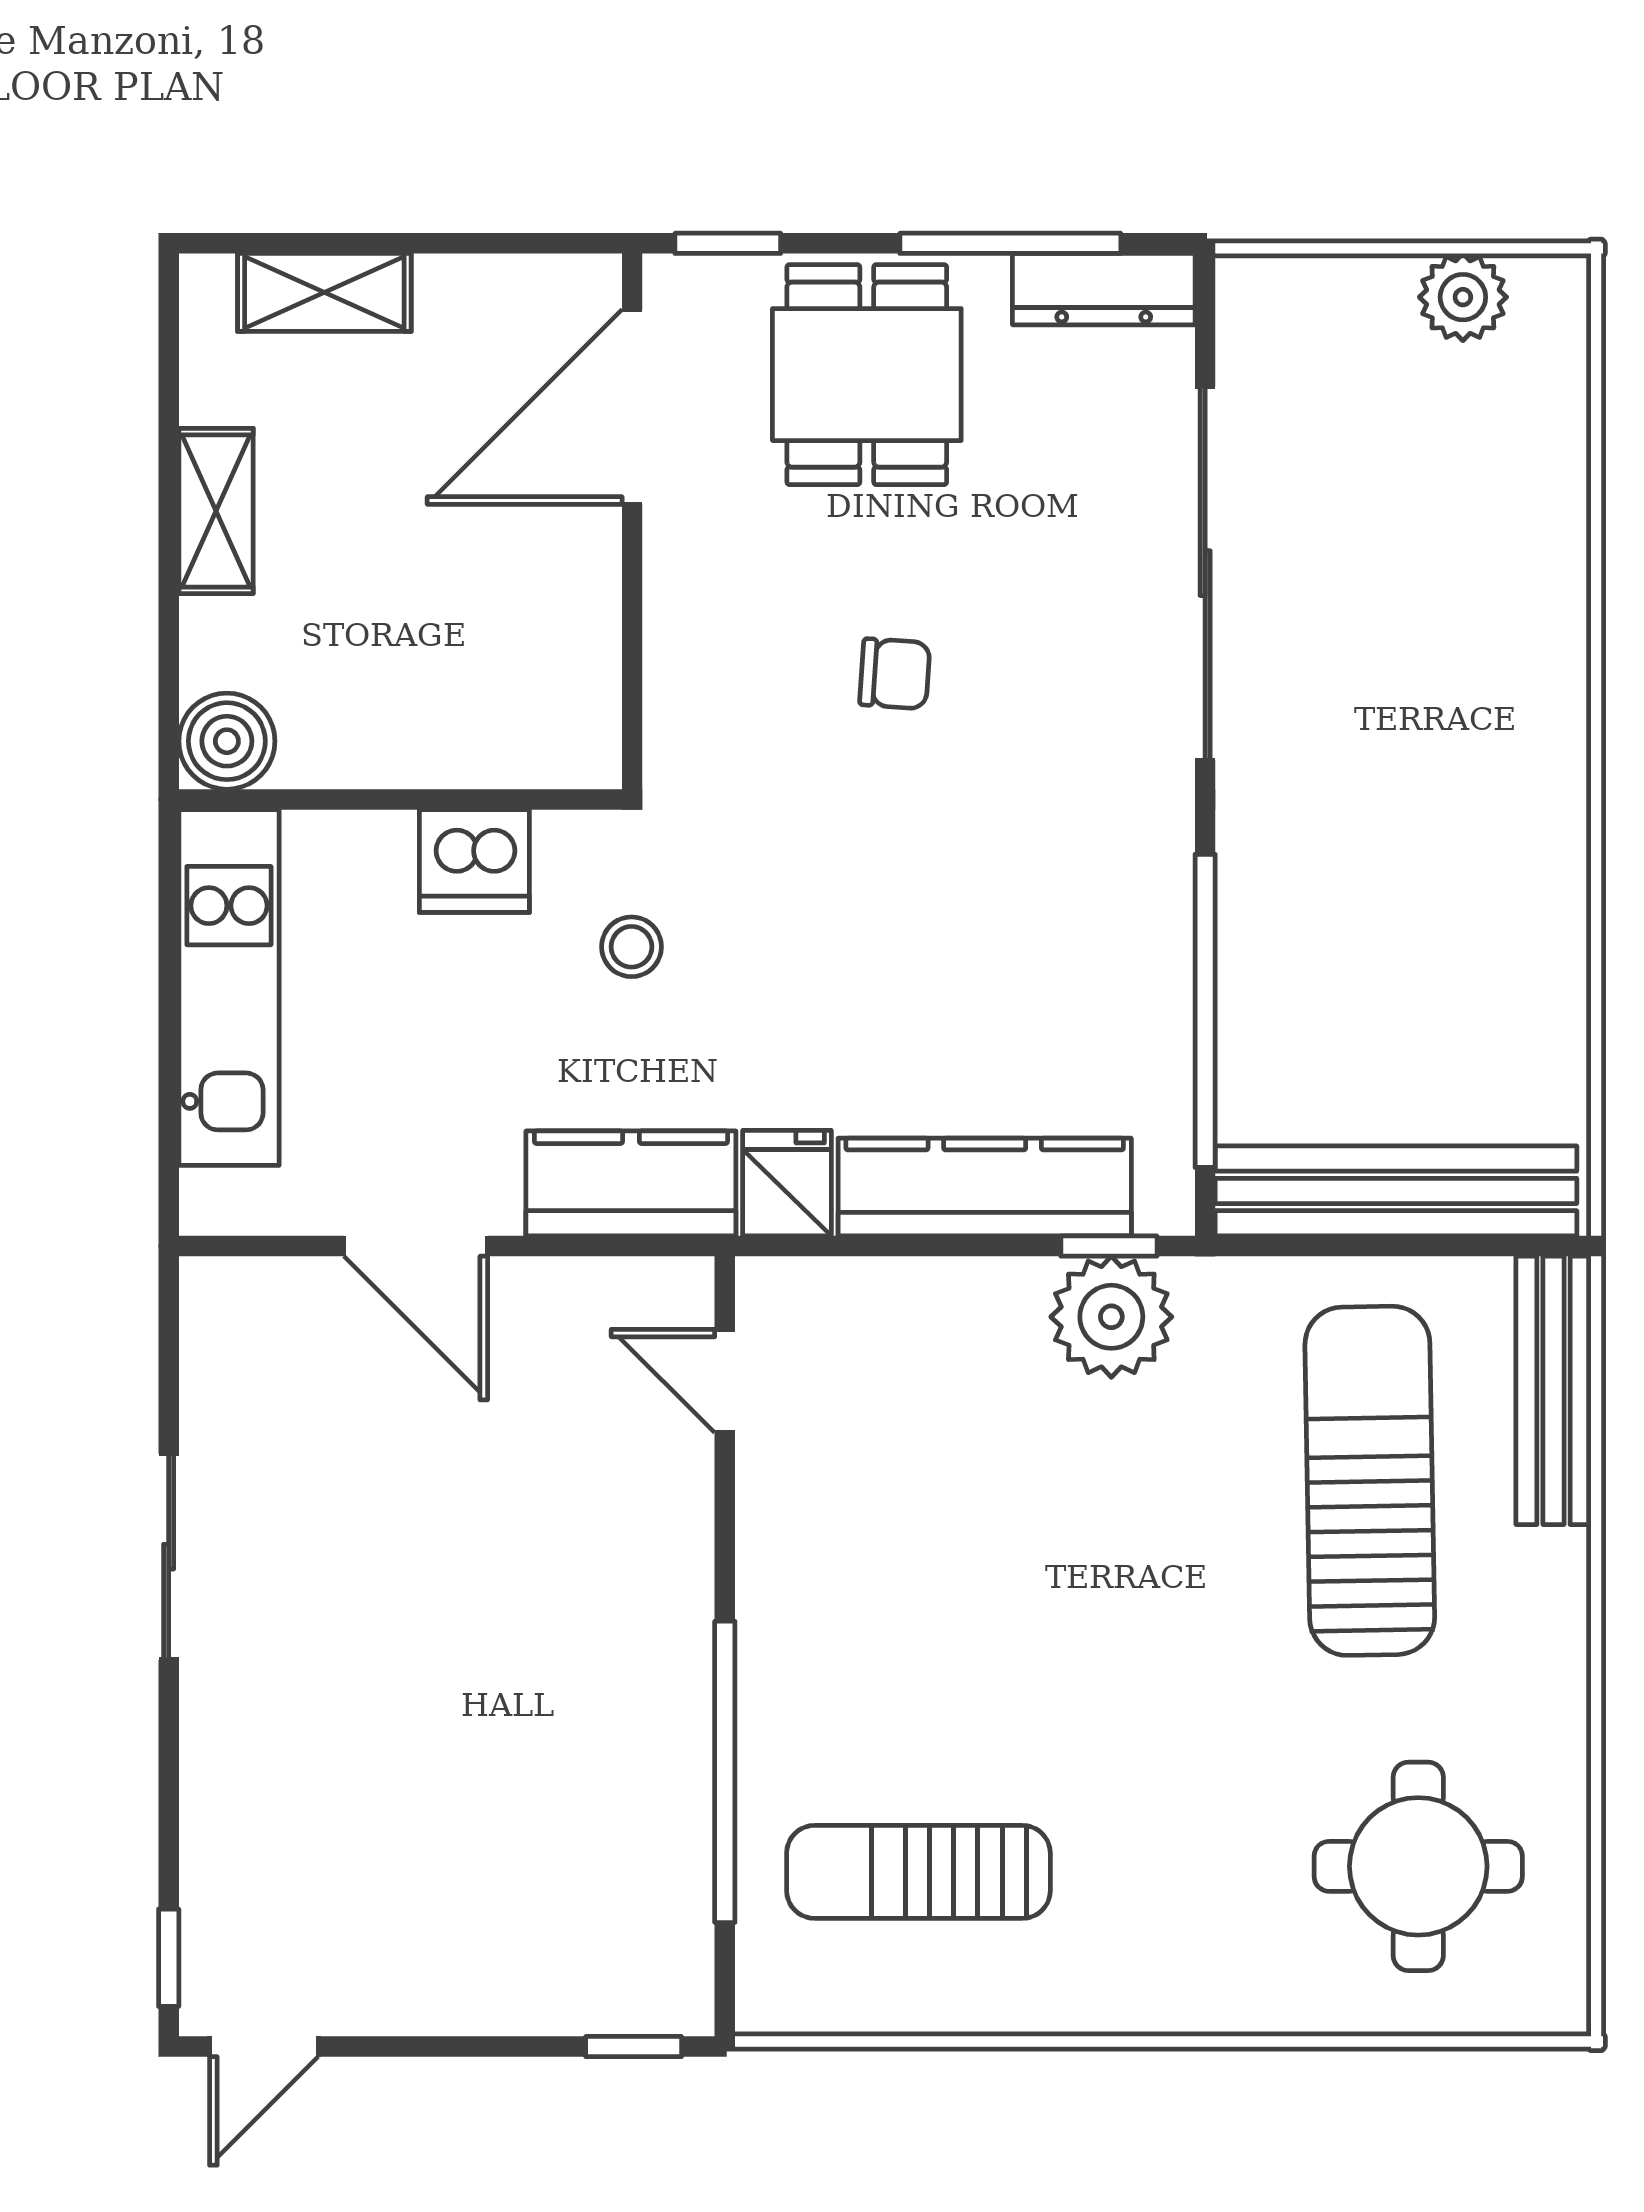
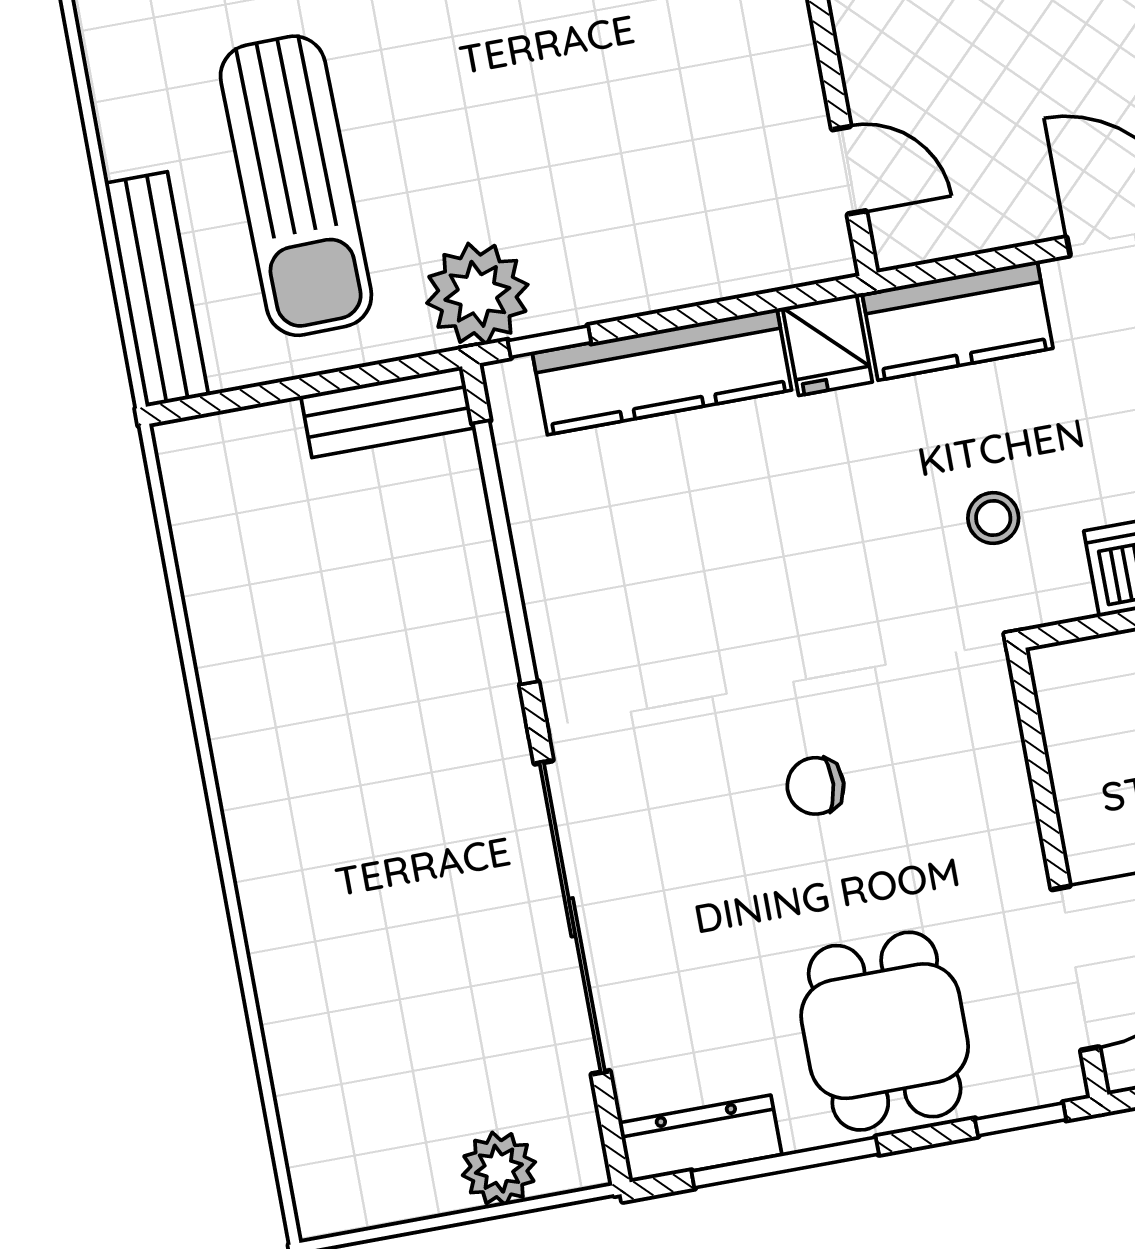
plant: (1463, 297) -> (499, 1169), moved
bench: (1396, 1191) -> (387, 412), width x0.54, depth x0.82
plant: (1111, 1317) -> (477, 294), moved

